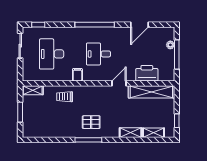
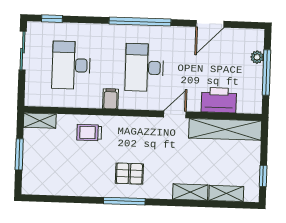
desk: (98, 54) -> (144, 68), width x1.37

